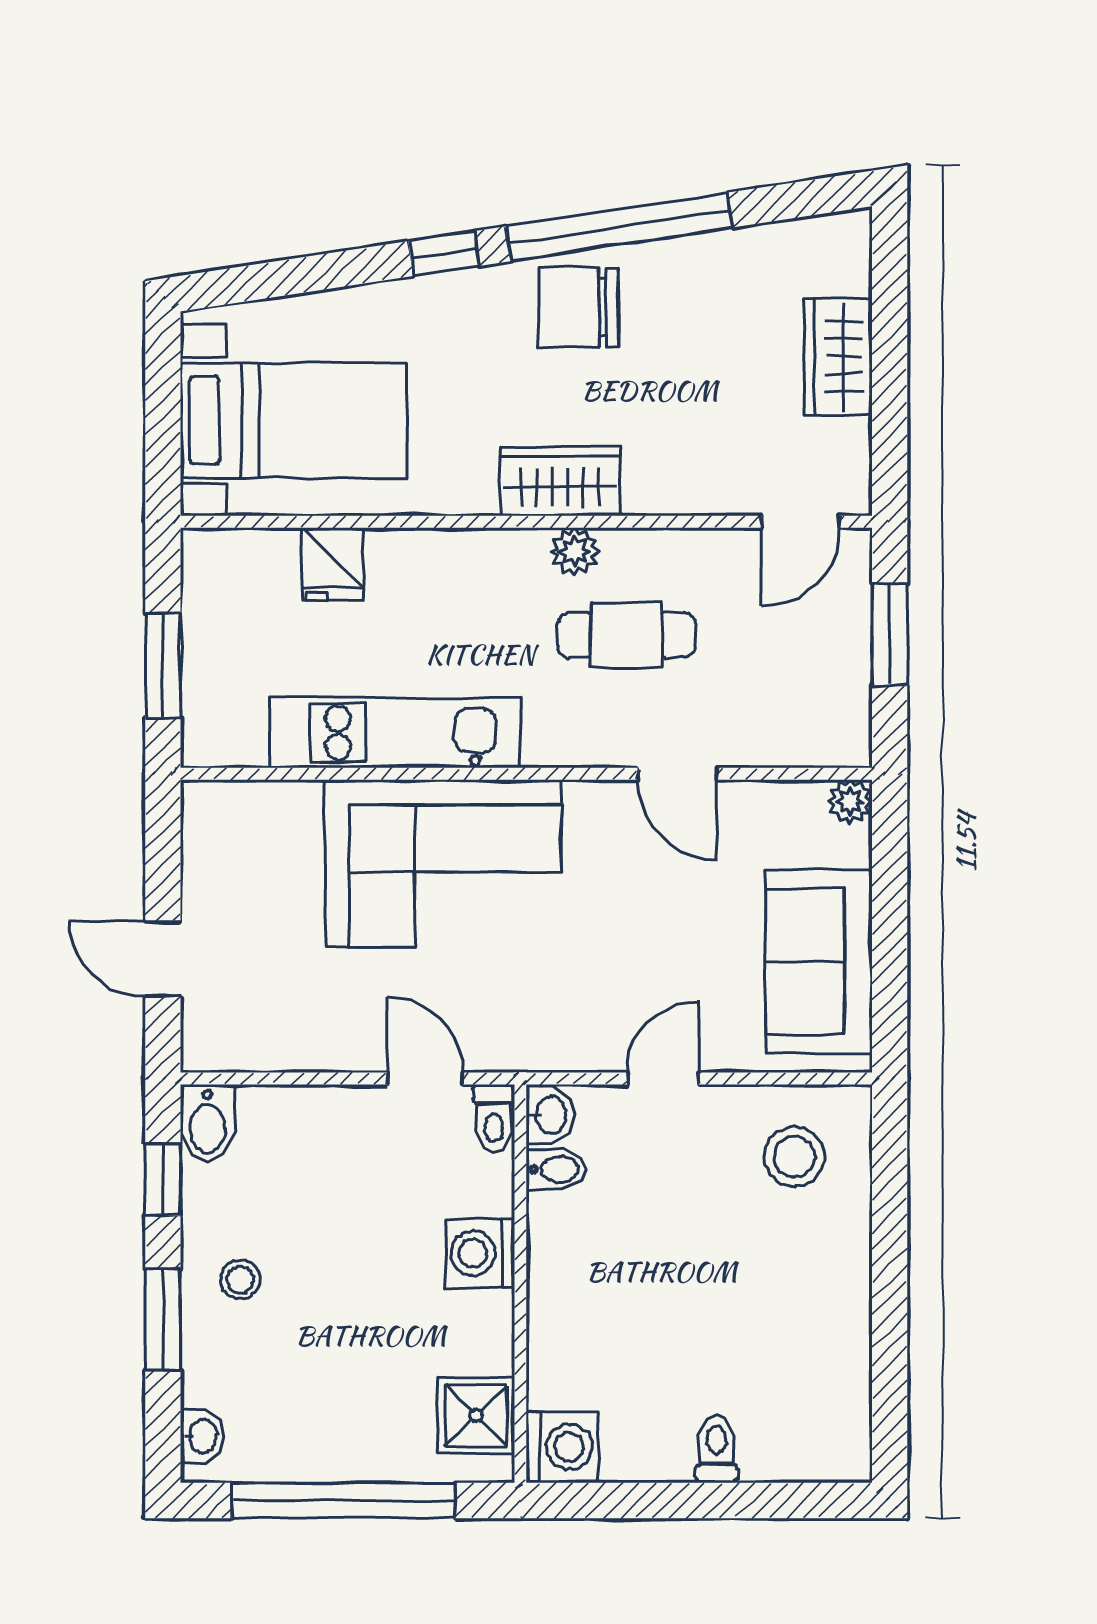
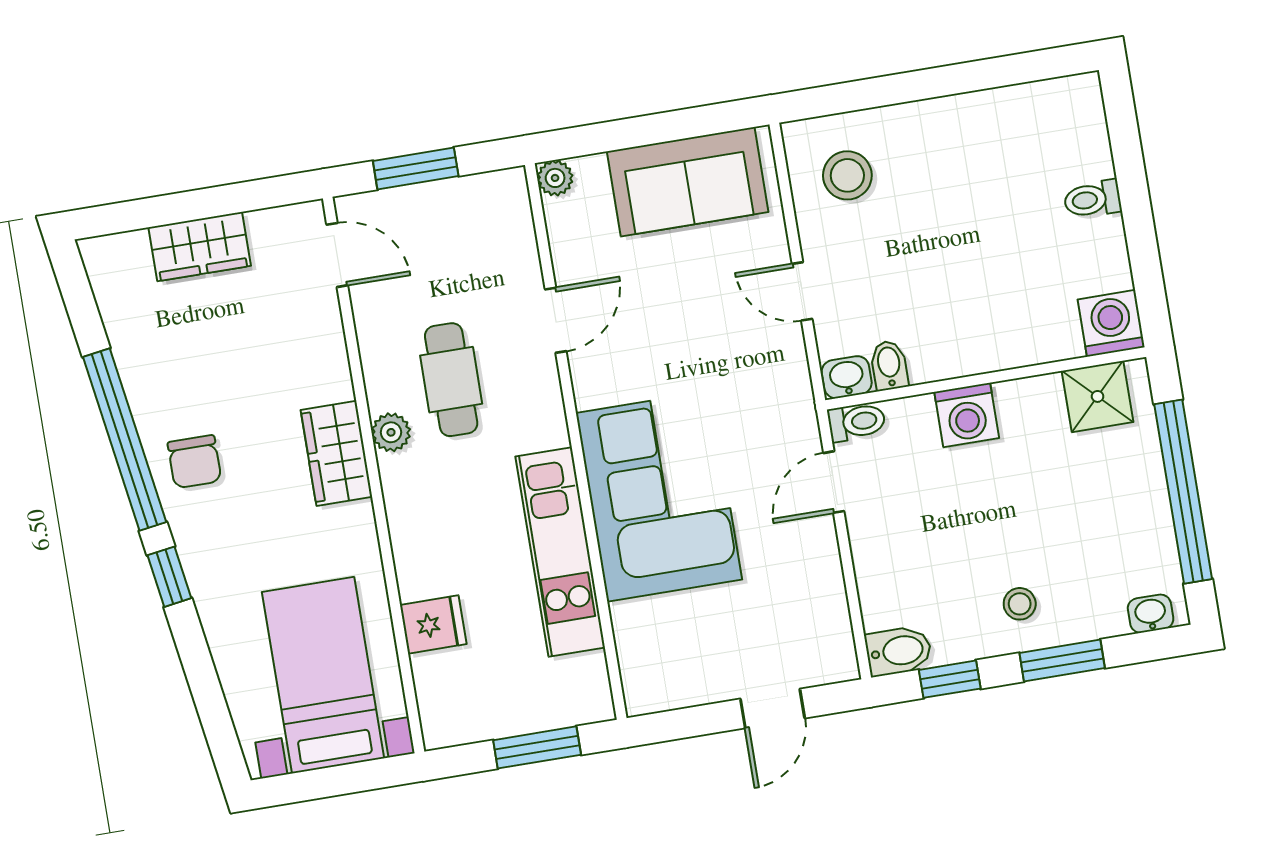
chair: (578, 307) -> (194, 462), width x0.73, depth x0.73

